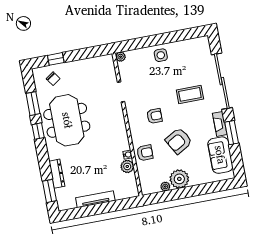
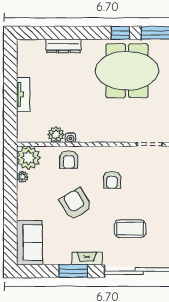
coffee table: (190, 94) -> (130, 229), turned 90
sofa: (220, 155) -> (29, 243), moved, turned 90
plant: (179, 179) -> (28, 158), moved
window: (49, 191) -> (44, 33), removed
tv unit: (95, 199) -> (23, 95), width x0.71

